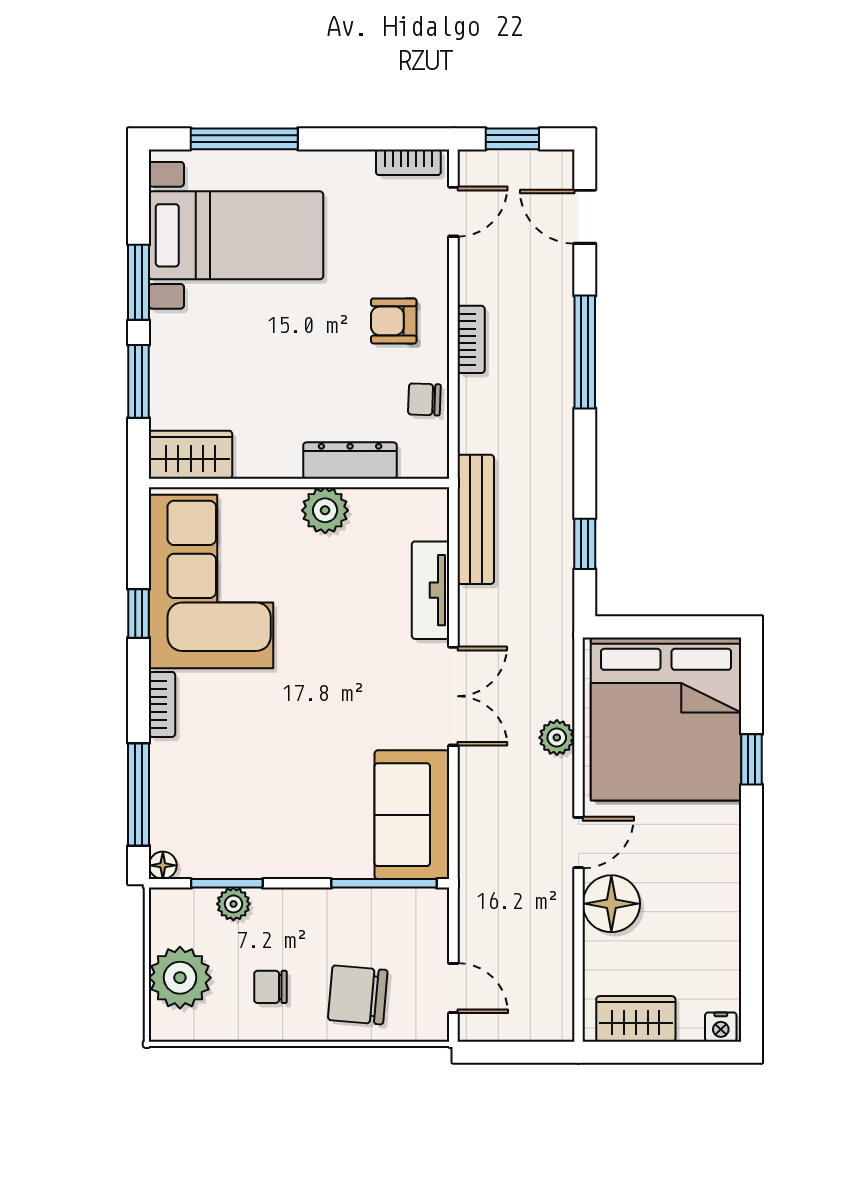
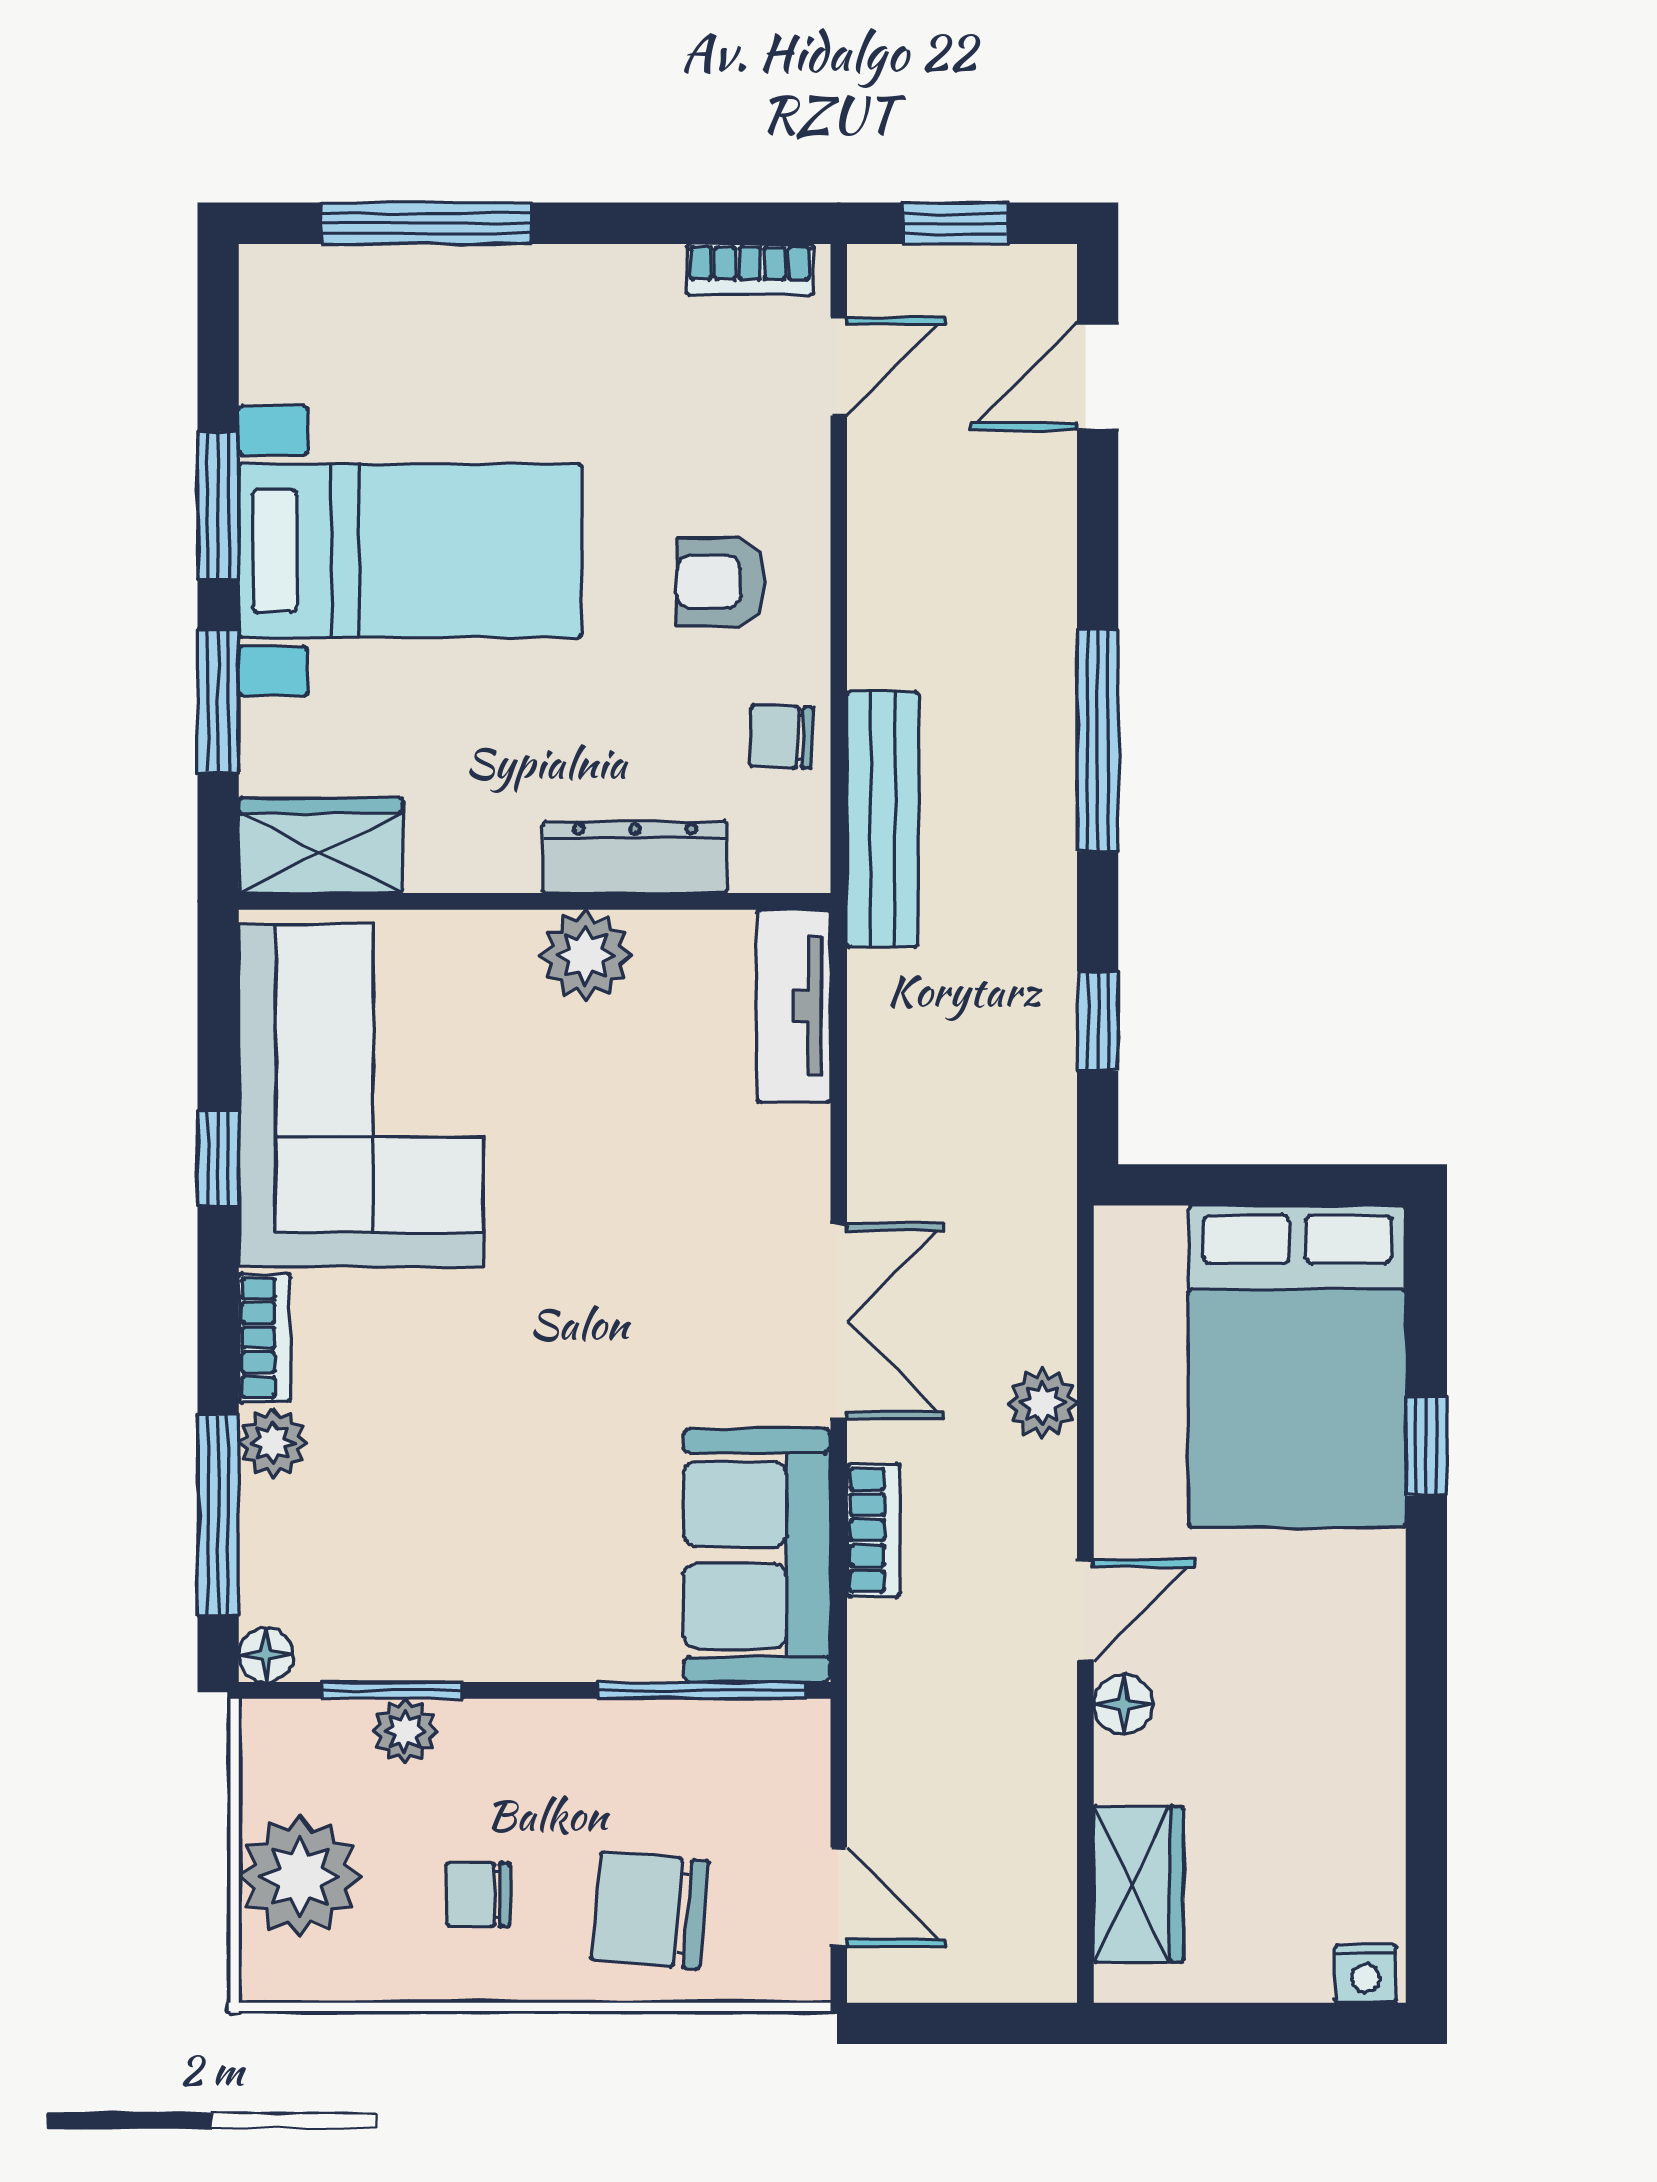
door: (585, 217) -> (1098, 377), hinge flipped
bed with nightstands: (236, 235) -> (410, 551), moved
bookcase: (471, 339) -> (874, 1530), moved
window: (585, 352) -> (1098, 740), moved
bench: (476, 519) -> (883, 819), moved
tv unit: (431, 590) -> (794, 1006), moved
bed: (666, 719) -> (1297, 1366), width x0.73
plant: (166, 758) -> (273, 1443), added
floor lamp: (611, 904) -> (1123, 1704), width x0.53, depth x0.53
wardrobe: (636, 1019) -> (1139, 1884), moved, turned 90

